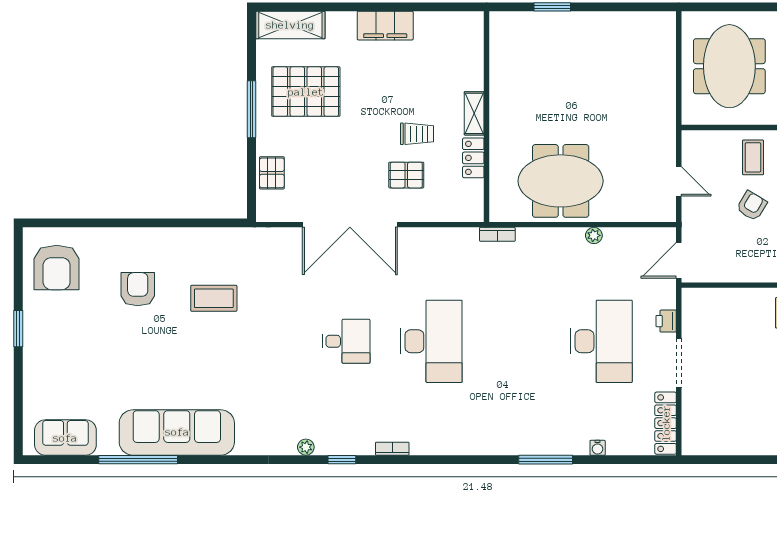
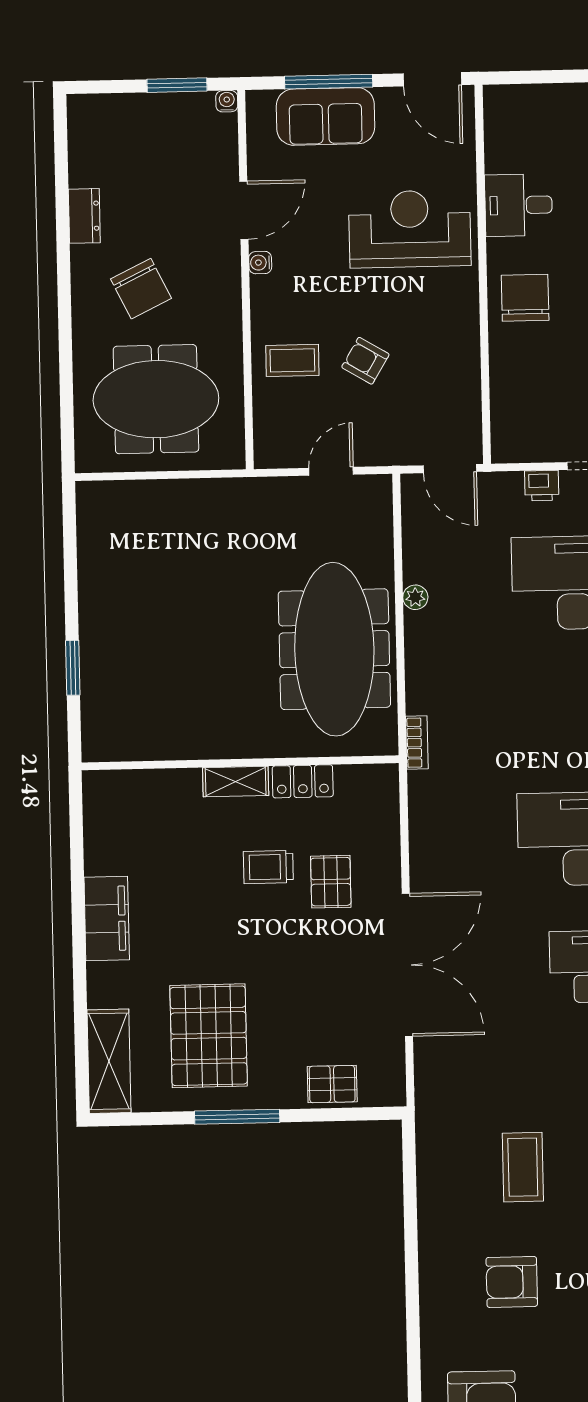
trolley: (417, 134) -> (268, 867), turned -90
meeting table: (561, 181) -> (334, 649), width x1.36

